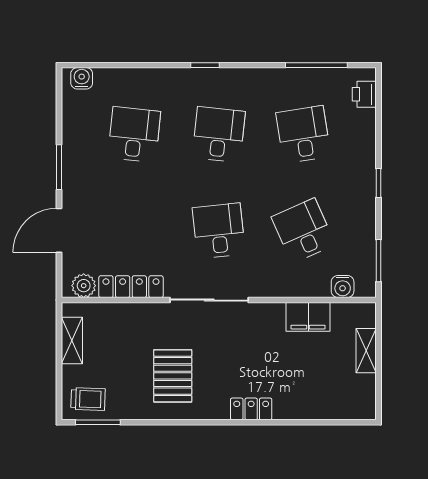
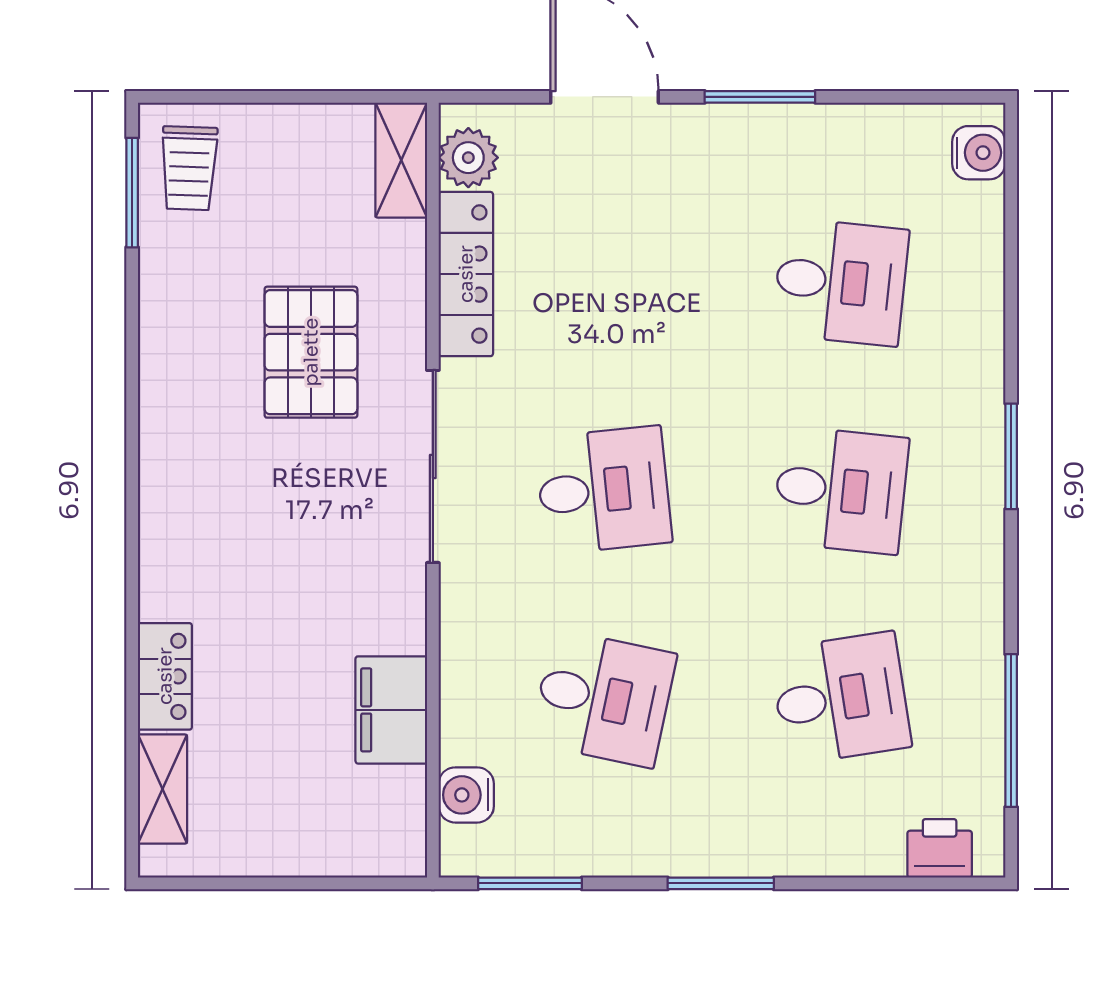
window: (205, 65) -> (1011, 456), width x1.50
window: (378, 183) -> (721, 883), width x1.50
desk: (303, 231) -> (603, 698), turned 36
shelving: (72, 340) -> (401, 160), moved, turned 90
shelving: (366, 351) -> (163, 789), moved, turned 90
pallet: (173, 376) -> (311, 352), moved, turned 90
locker: (251, 409) -> (165, 676), moved

